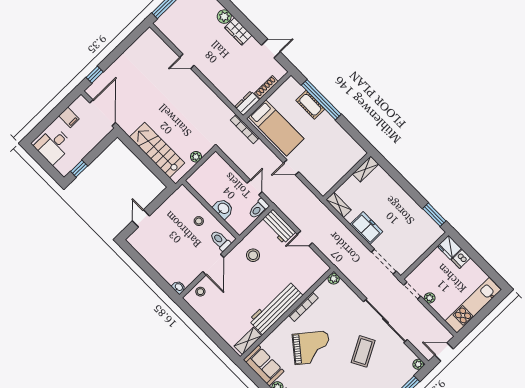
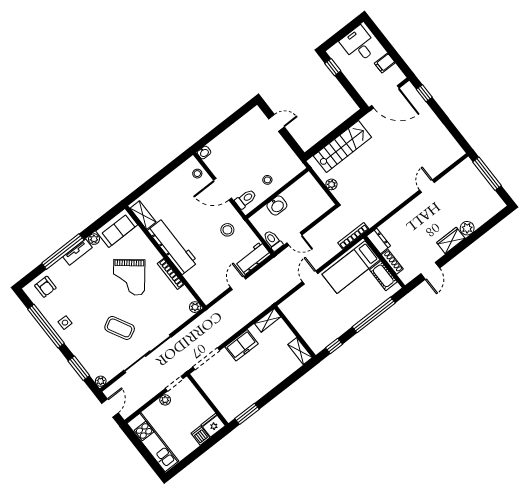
cot: (310, 105) -> (383, 276), moved, turned 90
window: (357, 136) -> (334, 346), added

